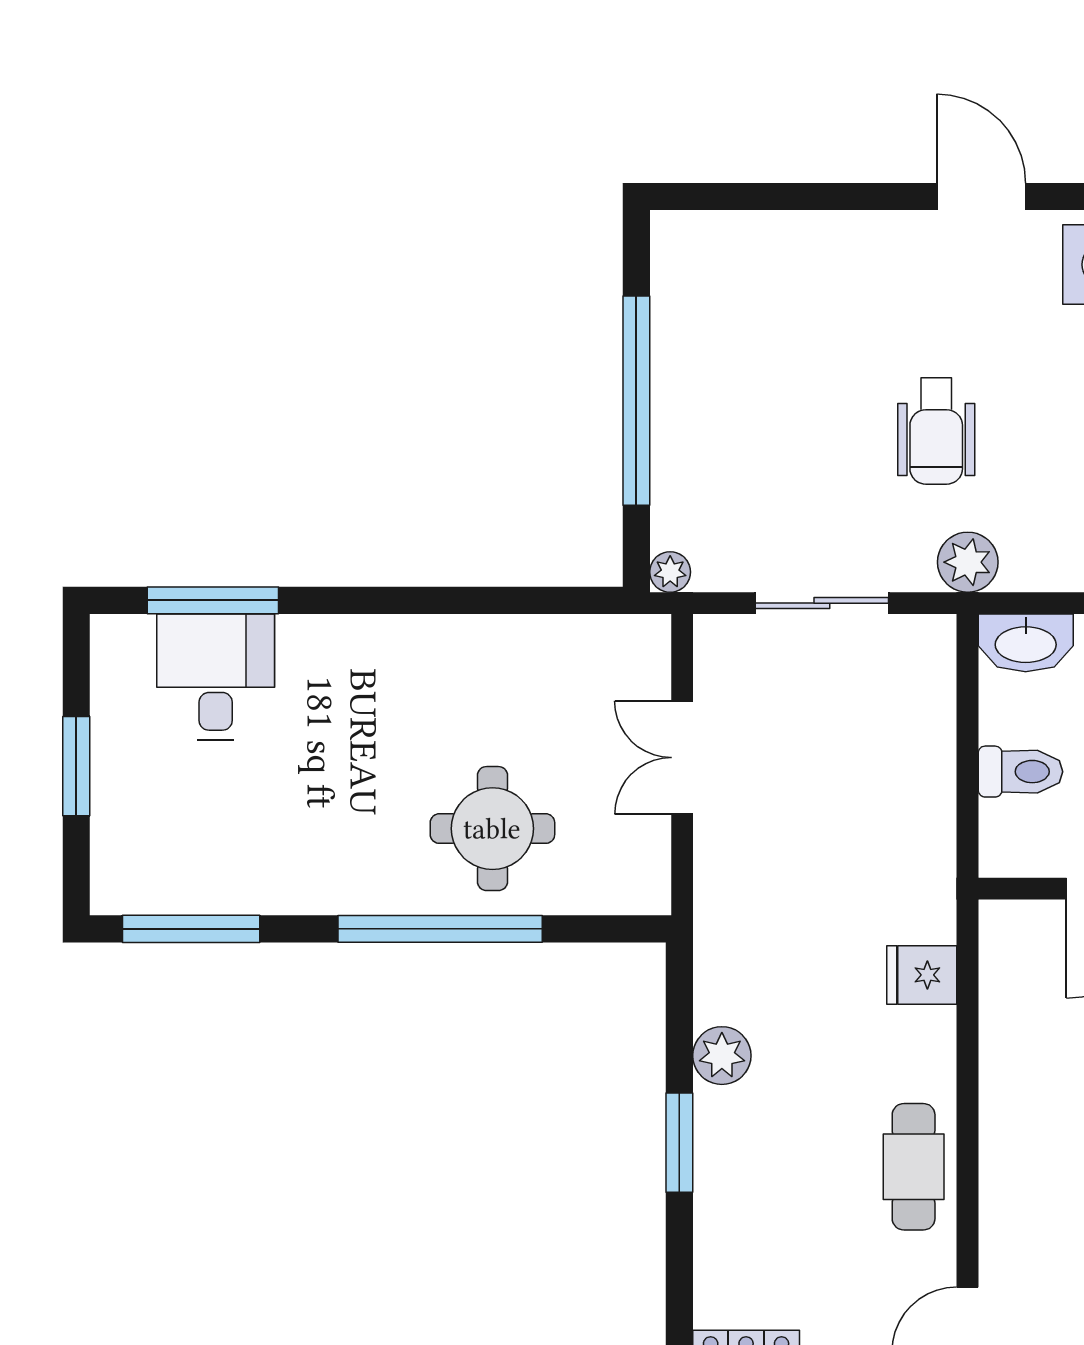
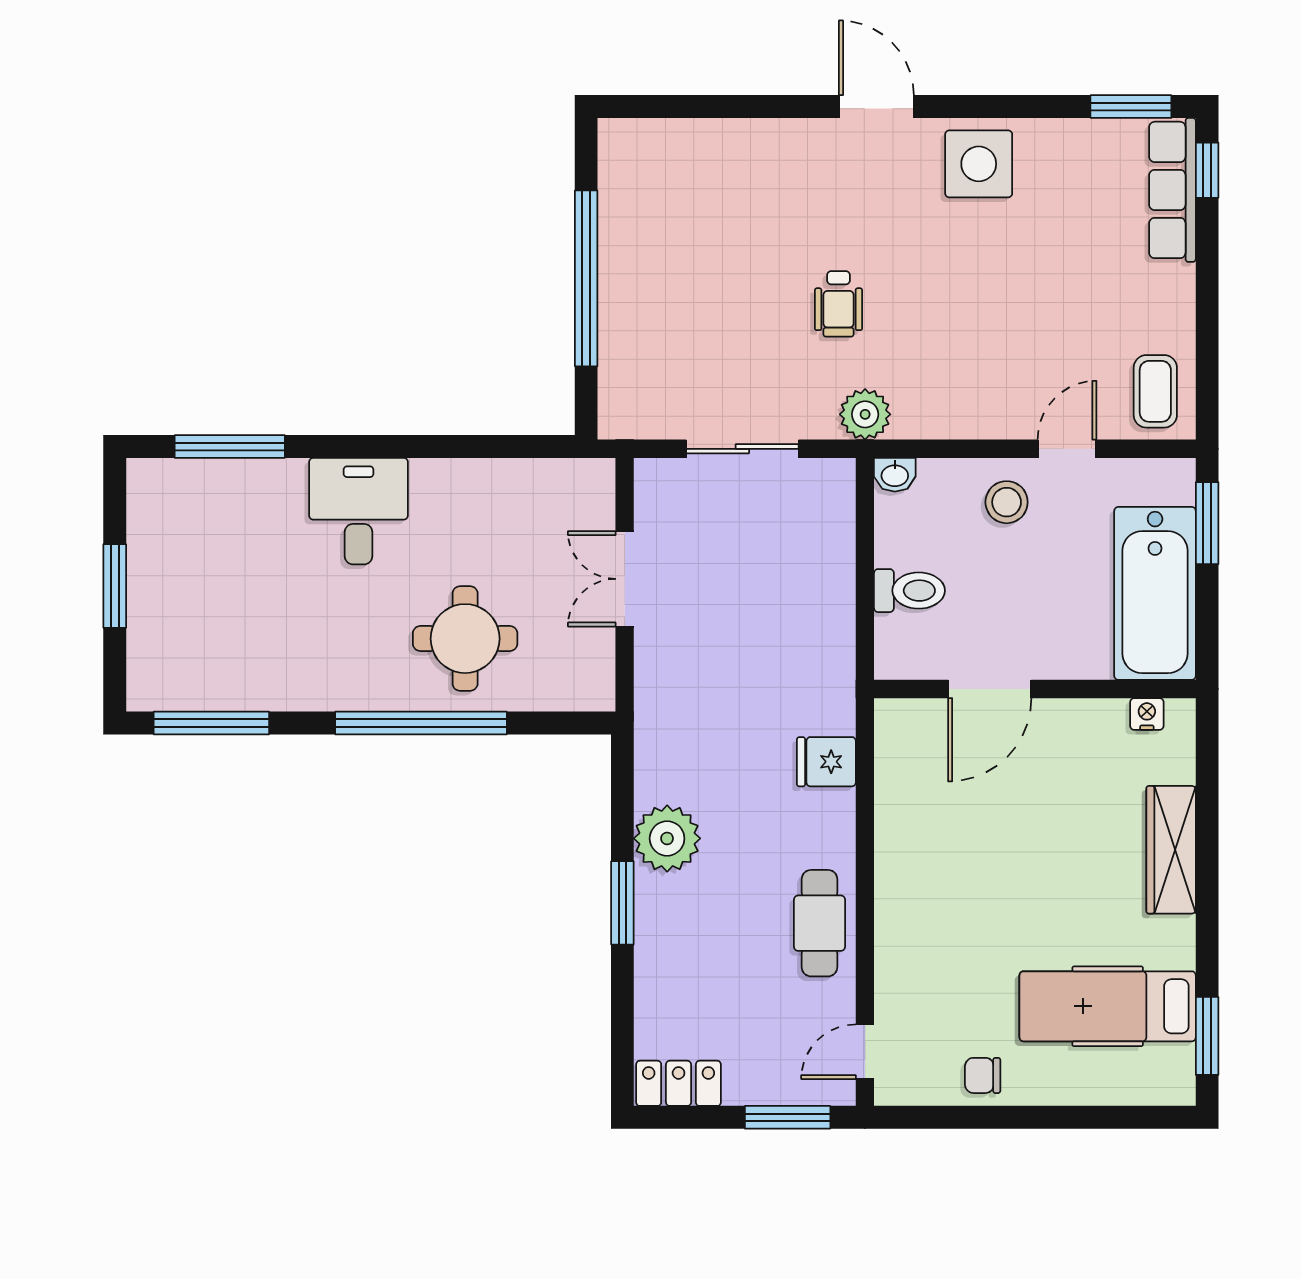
wheelchair: (936, 431) -> (838, 304), width x0.73, depth x0.73
plant: (670, 572) -> (615, 423), removed
washbasin: (1026, 643) -> (895, 475), width x0.52, depth x0.69
desk: (216, 677) -> (359, 511), moved
plant: (722, 1056) -> (667, 838), width x1.36, depth x1.36

